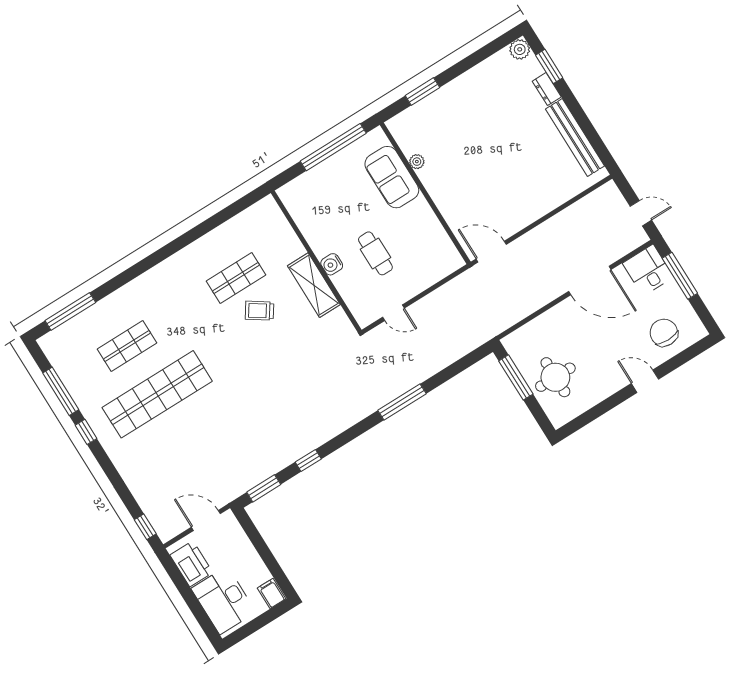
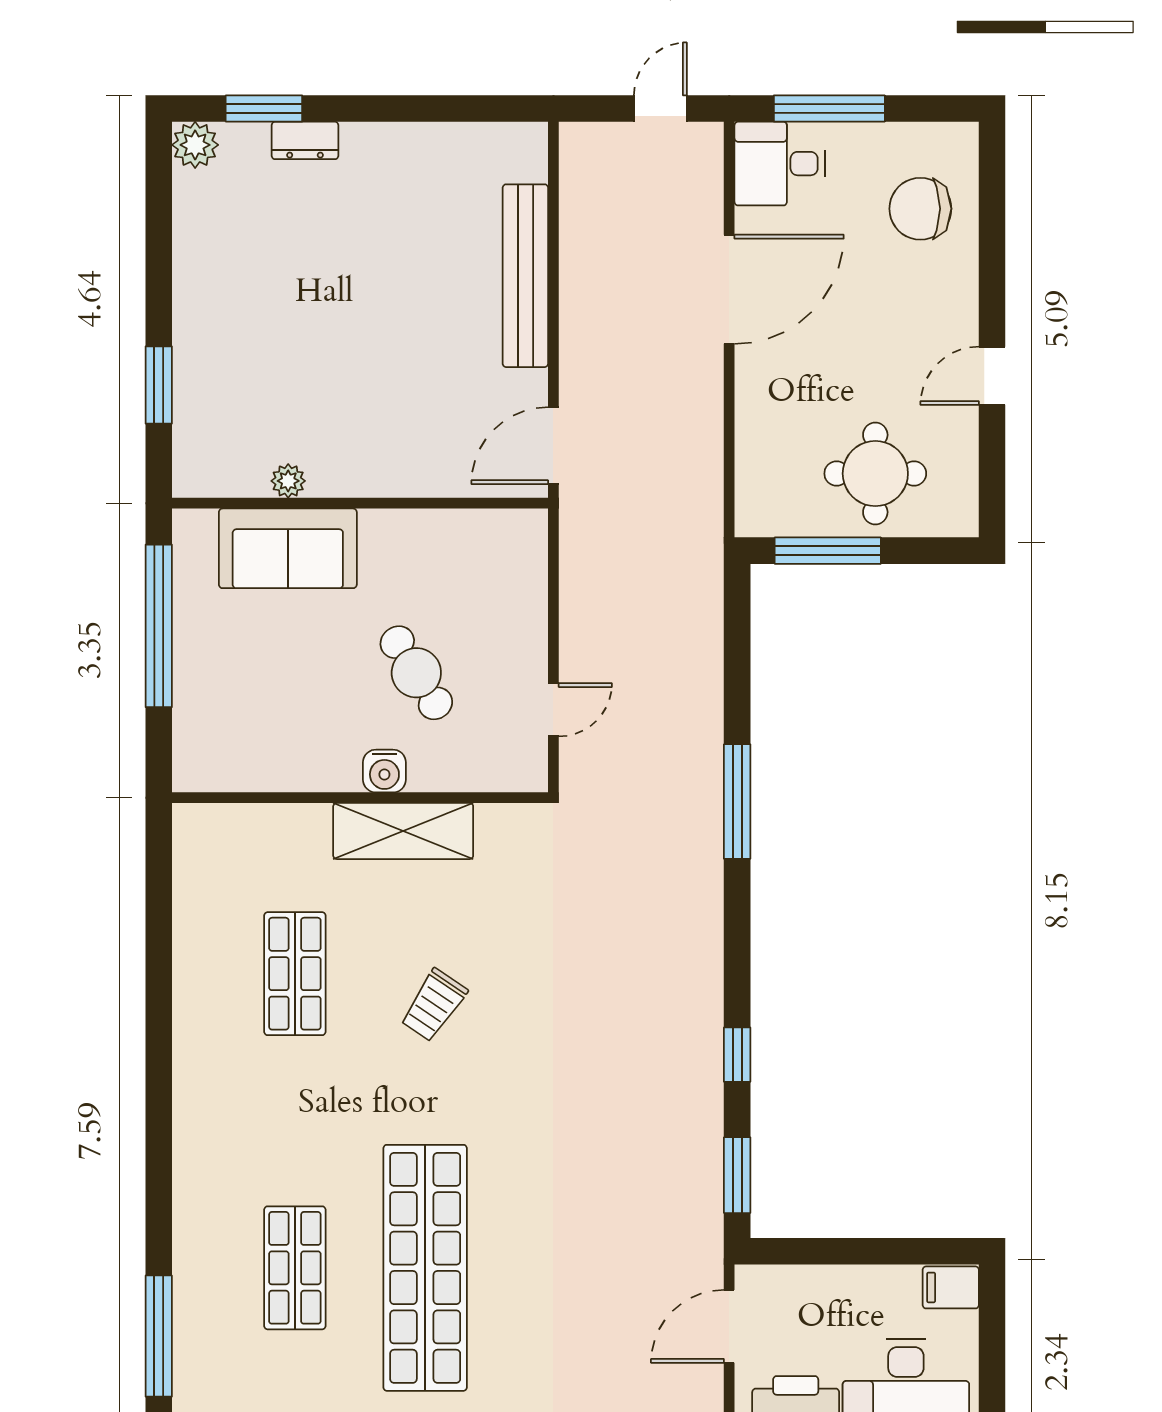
bench: (575, 137) -> (525, 276), moved, turned 90
cafe table: (375, 253) -> (416, 673), turned 58
trolley: (259, 311) -> (434, 1005), moved
door: (645, 381) -> (992, 376), moved

